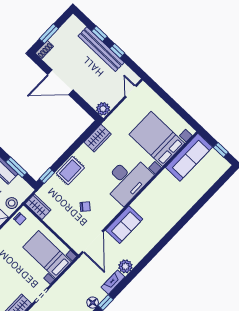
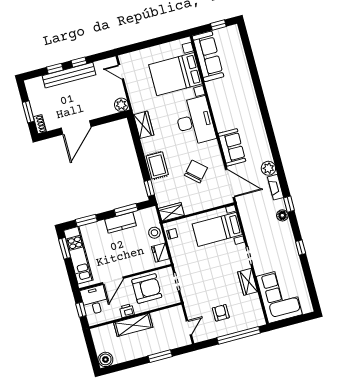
chair: (85, 207) -> (196, 172), width x1.87, depth x1.87

